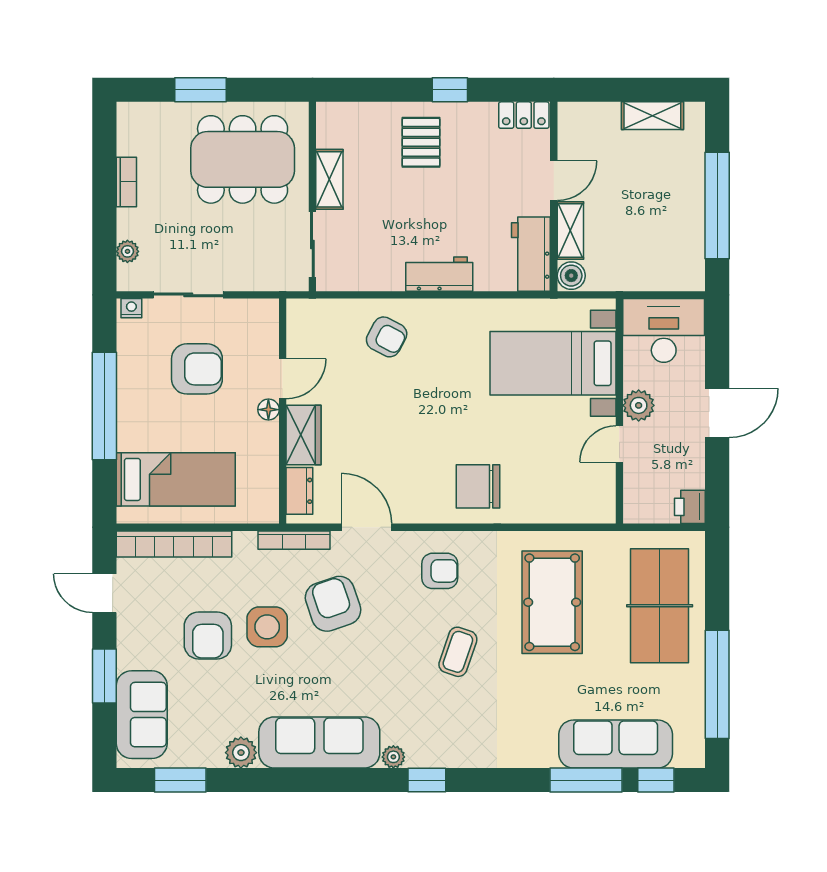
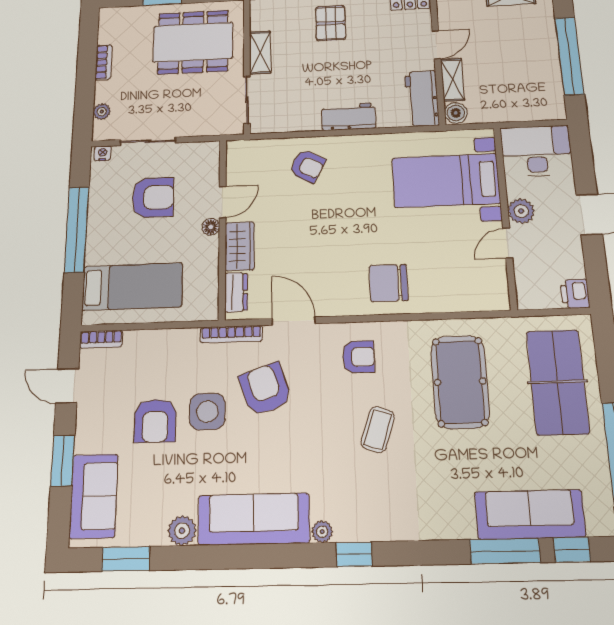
bookcase: (174, 544) -> (101, 339), width x0.43, depth x0.76

